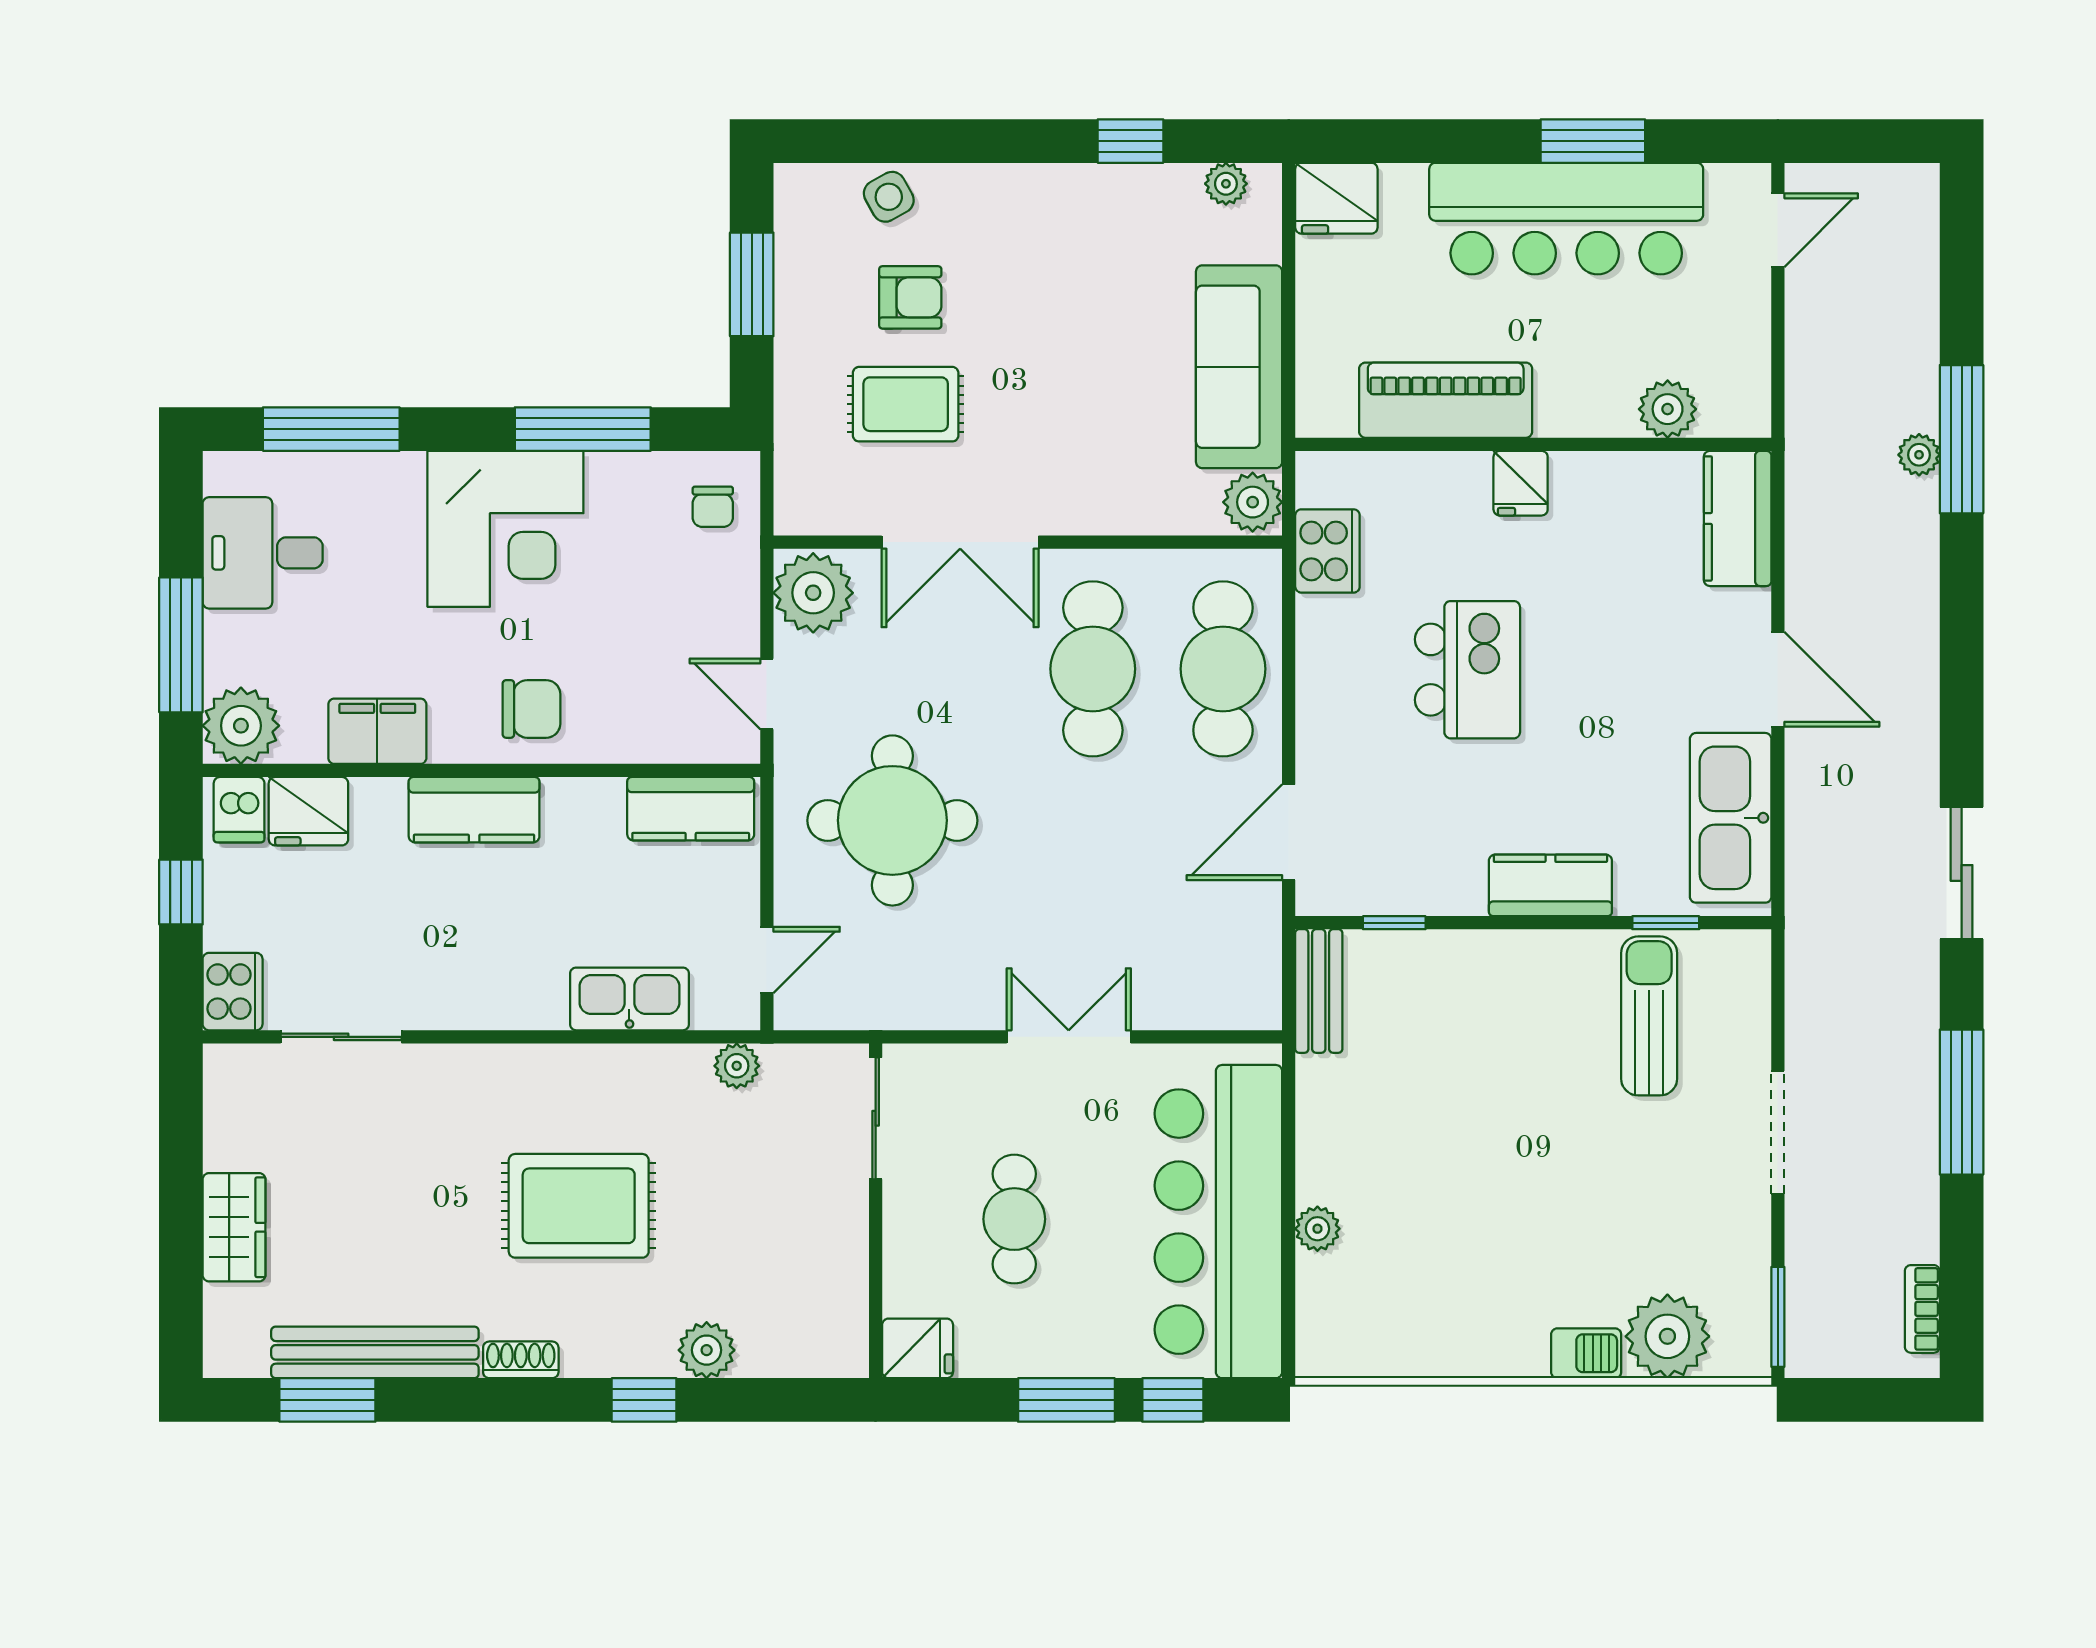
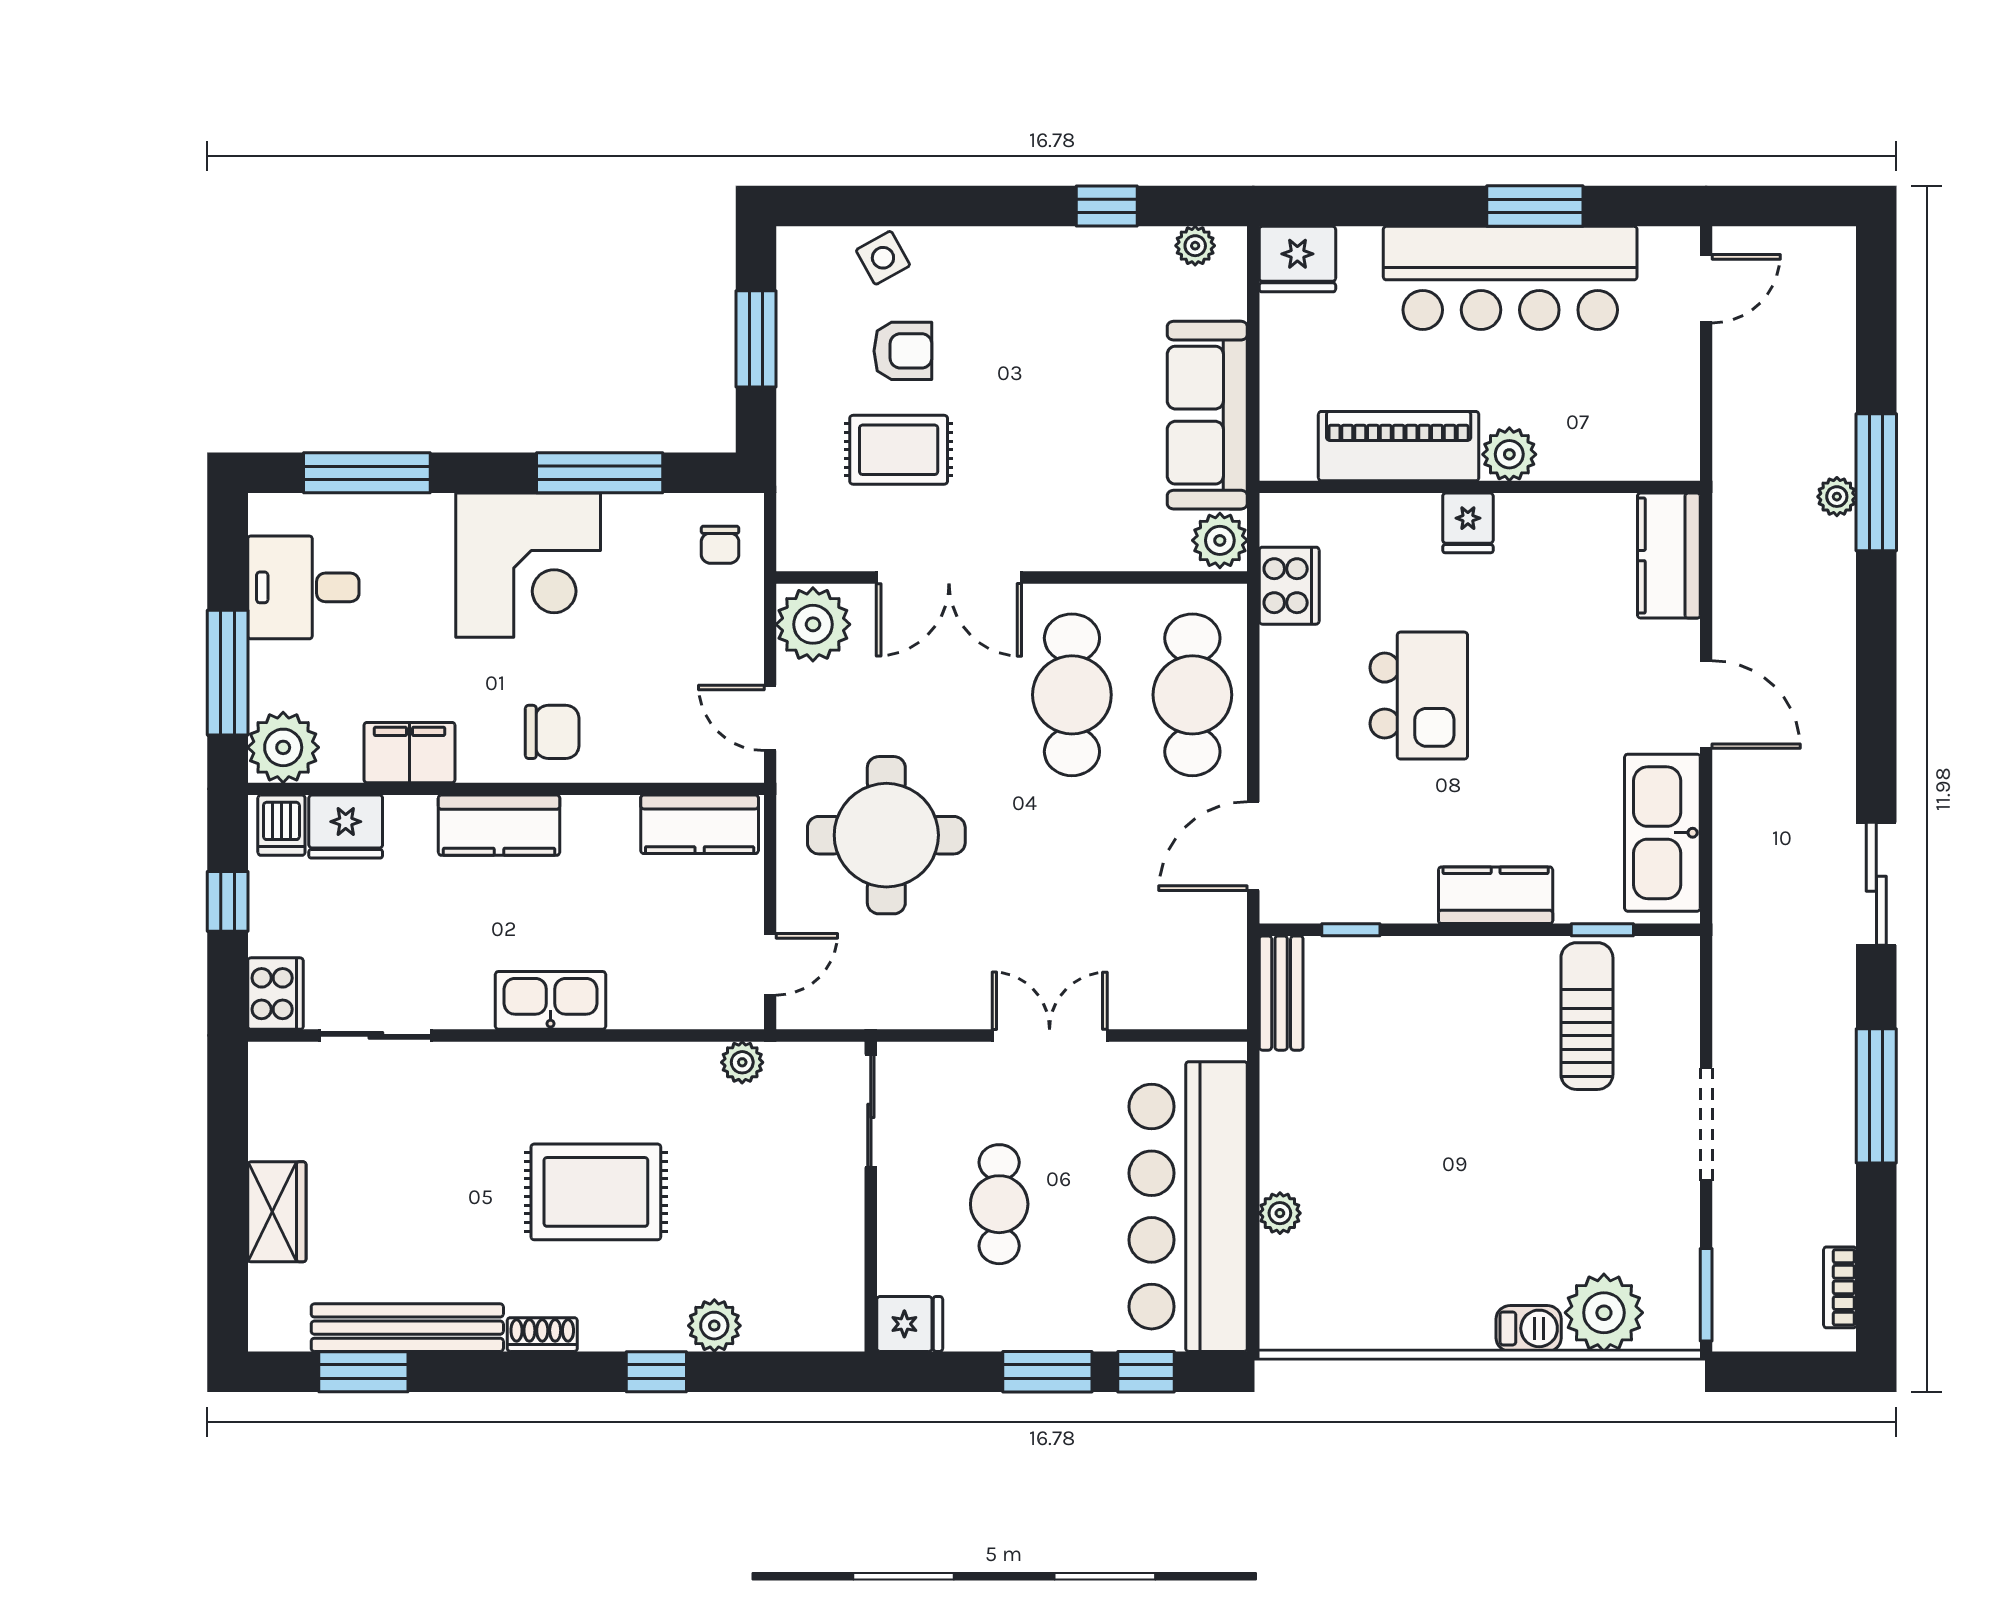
plant: (1668, 409) -> (1509, 454), moved
kitchen sink: (629, 999) -> (550, 1000), moved

